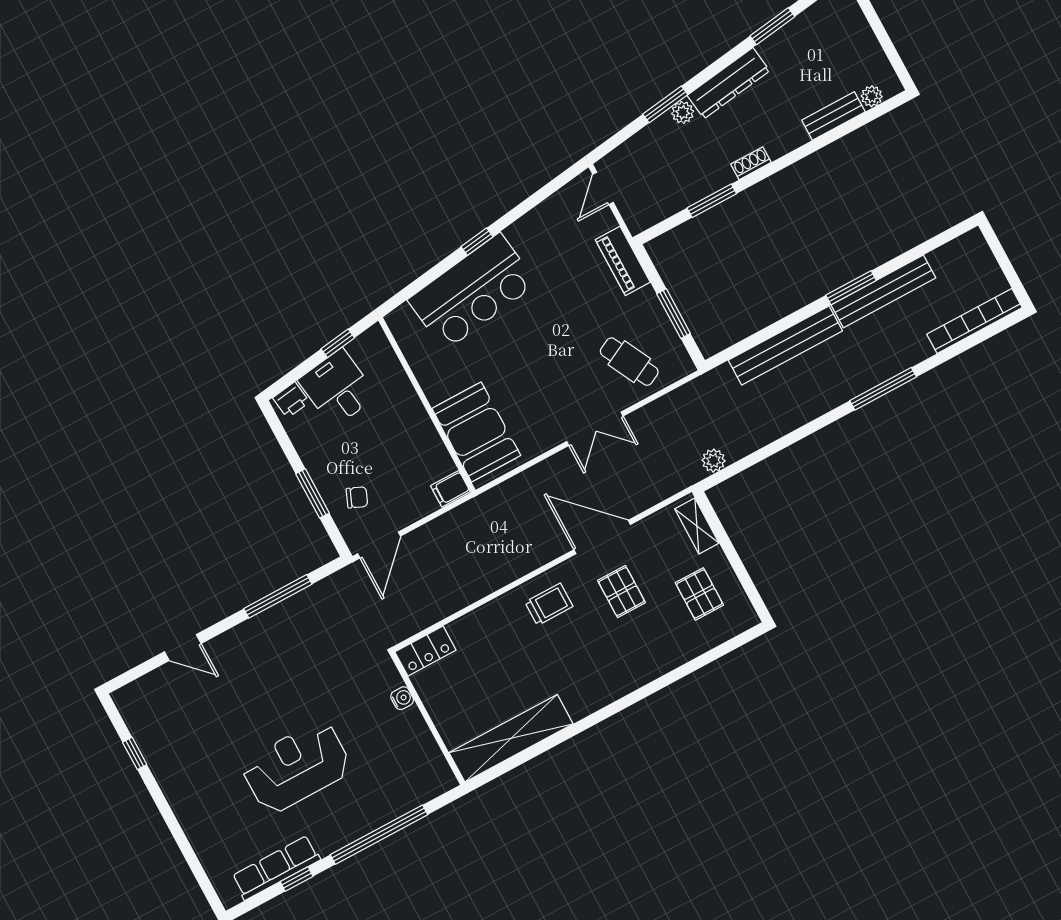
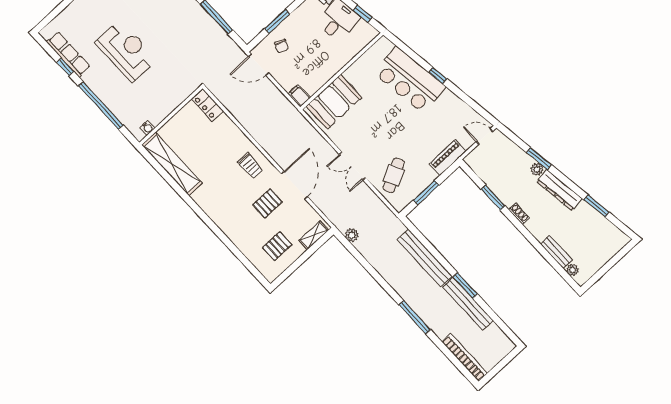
water cooler: (402, 698) -> (147, 128), moved

